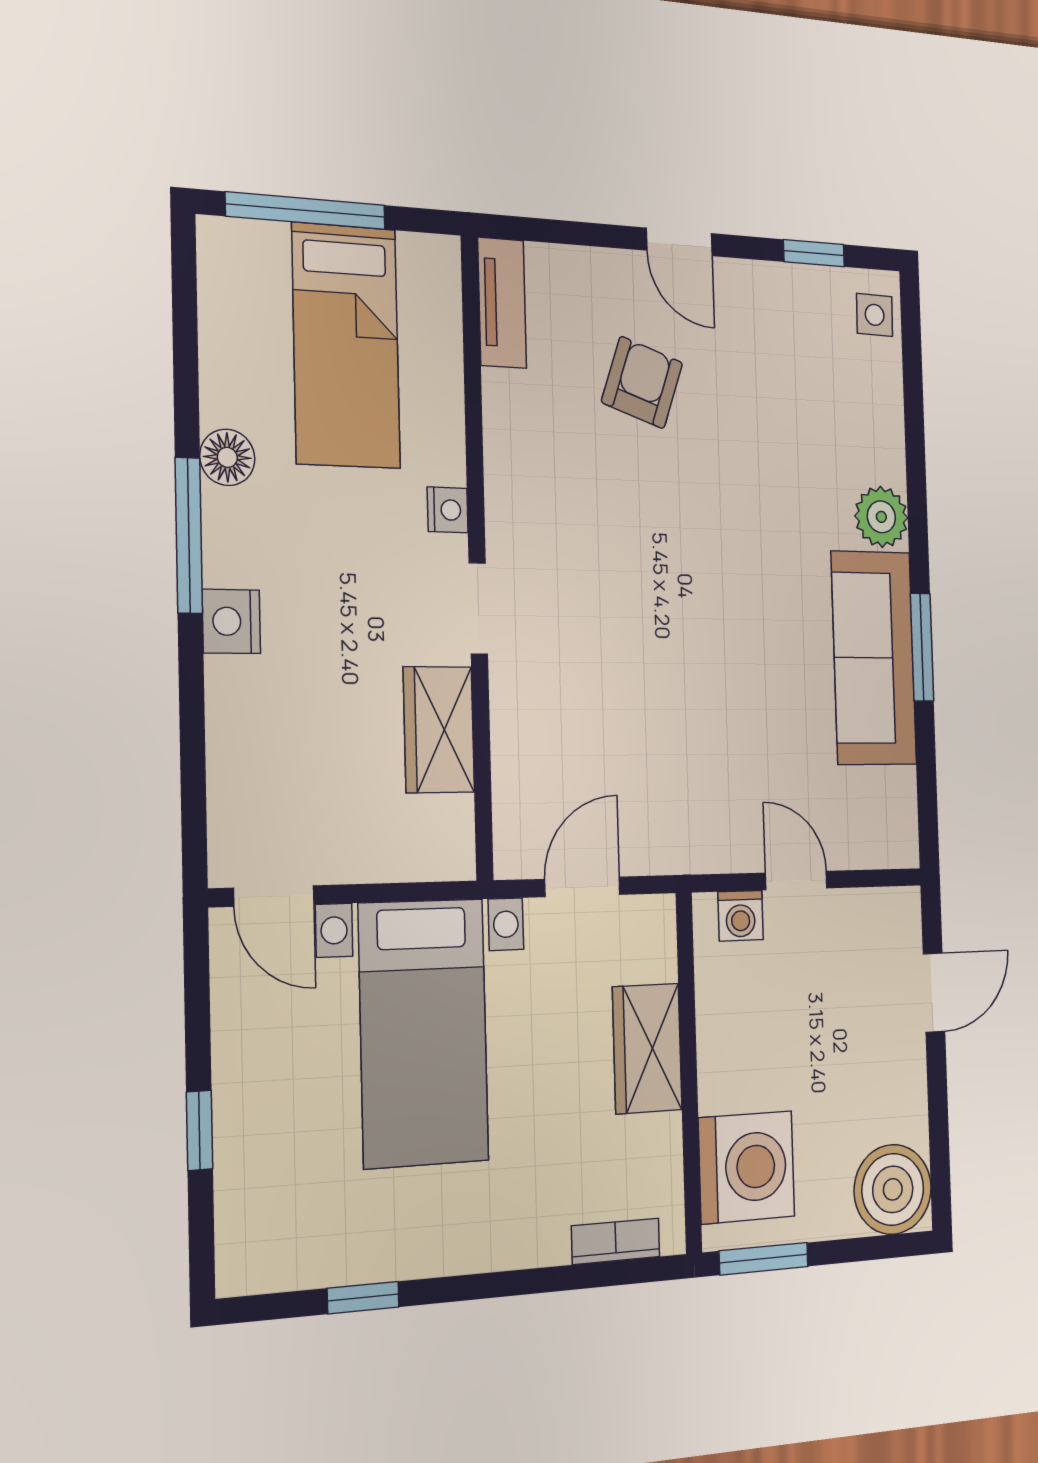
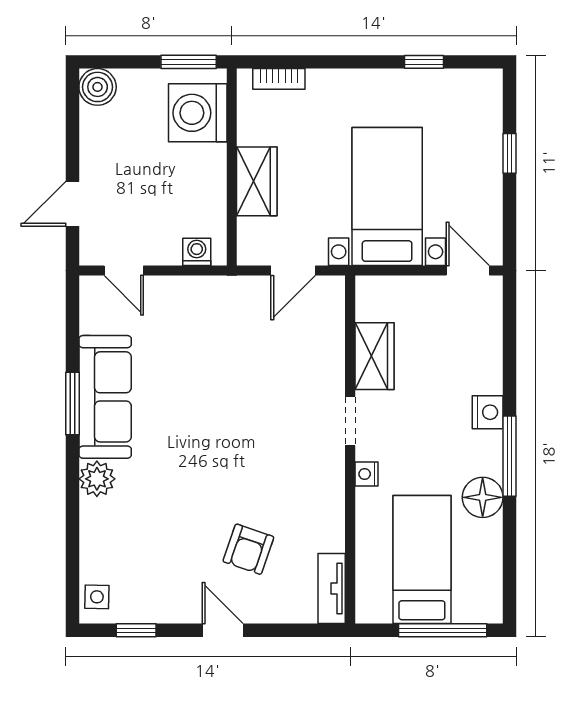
floor lamp: (227, 457) -> (483, 497), width x1.38, depth x1.38
door: (796, 880) -> (124, 270), moved
boiler: (893, 1189) -> (98, 87), width x0.73, depth x0.73

